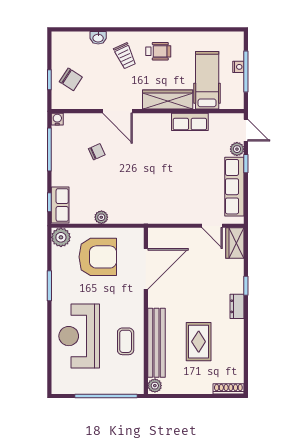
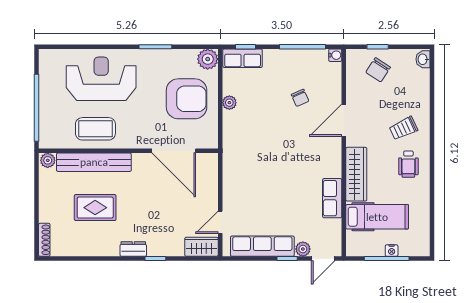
washbasin: (98, 38) -> (423, 59), moved
armchair: (98, 257) -> (187, 99), turned -90
coffee table: (126, 341) -> (95, 129), width x1.36, depth x1.30

